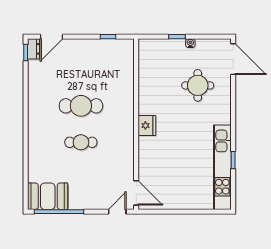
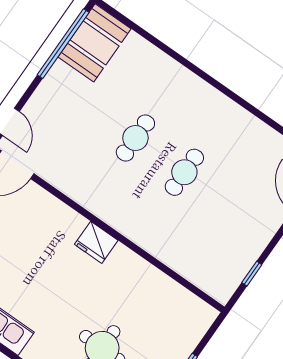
cafe table: (81, 106) -> (184, 172), width x0.73, depth x0.74

